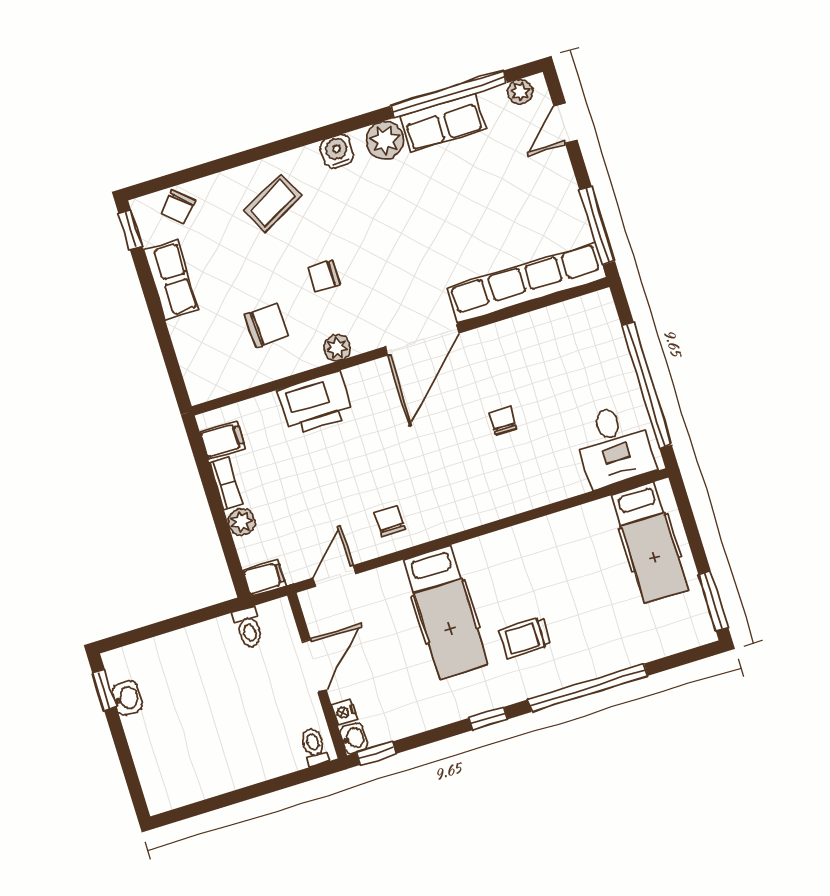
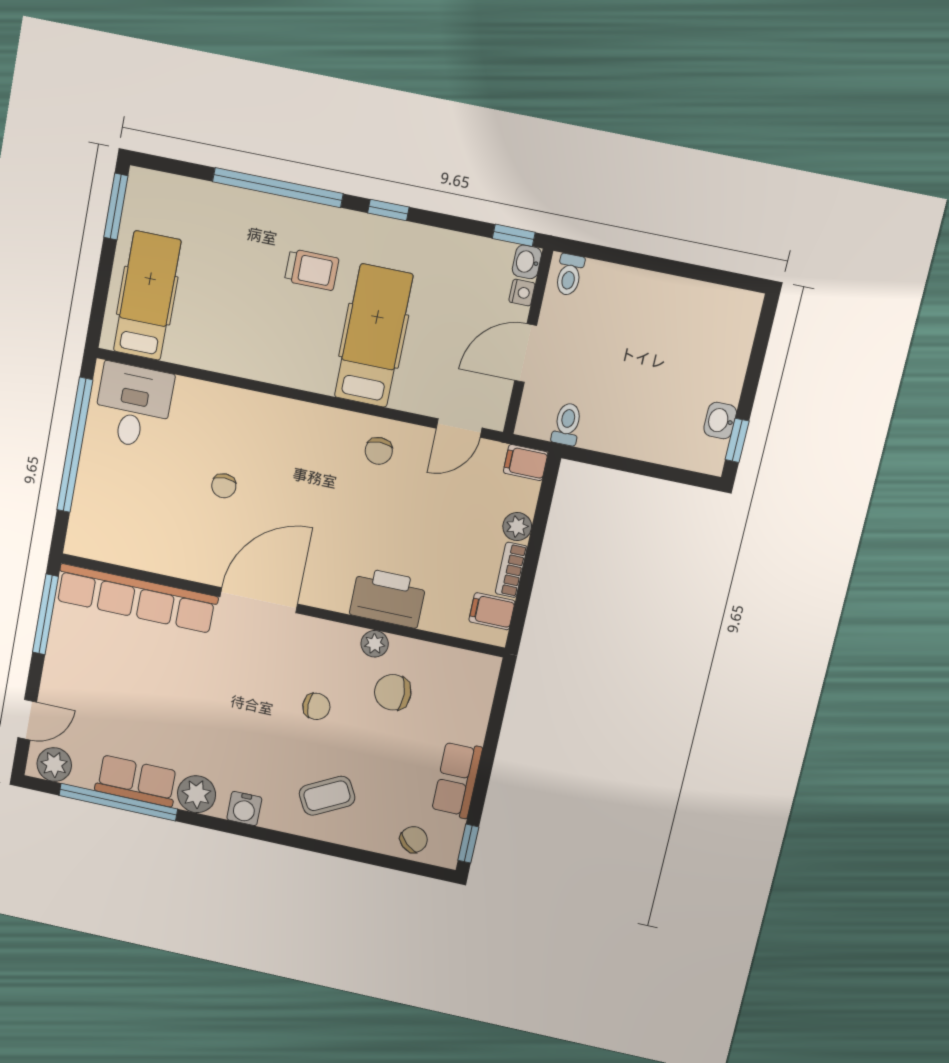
plant: (520, 92) -> (54, 765), width x1.38, depth x1.38
plant: (337, 348) -> (375, 644), moved

